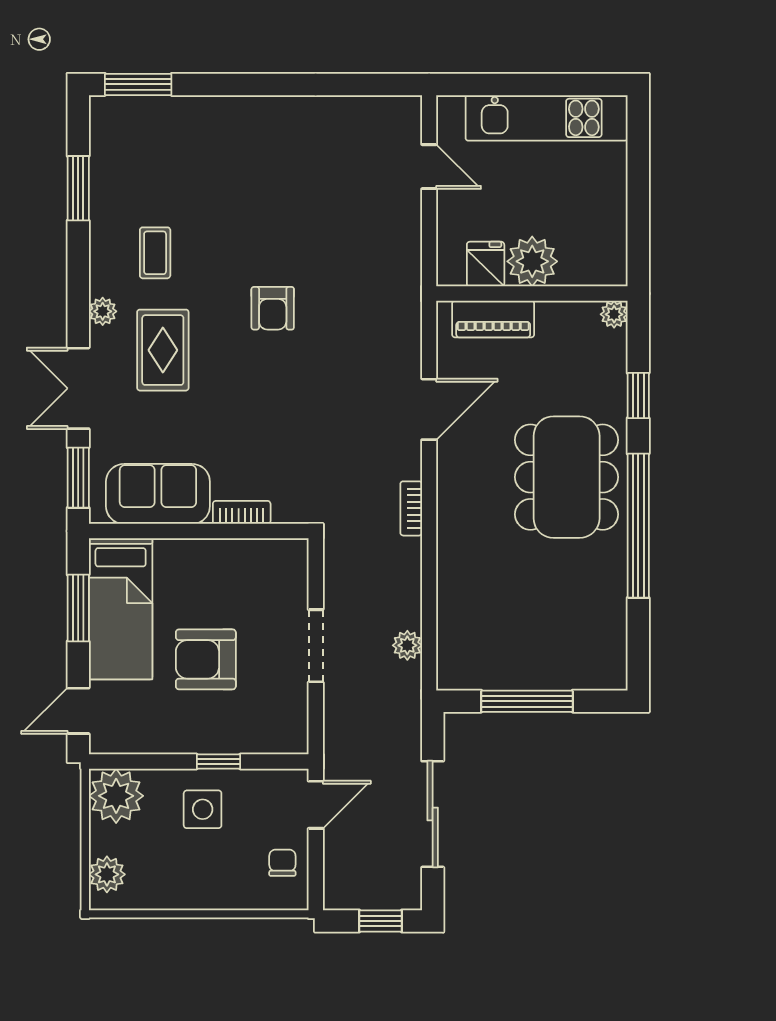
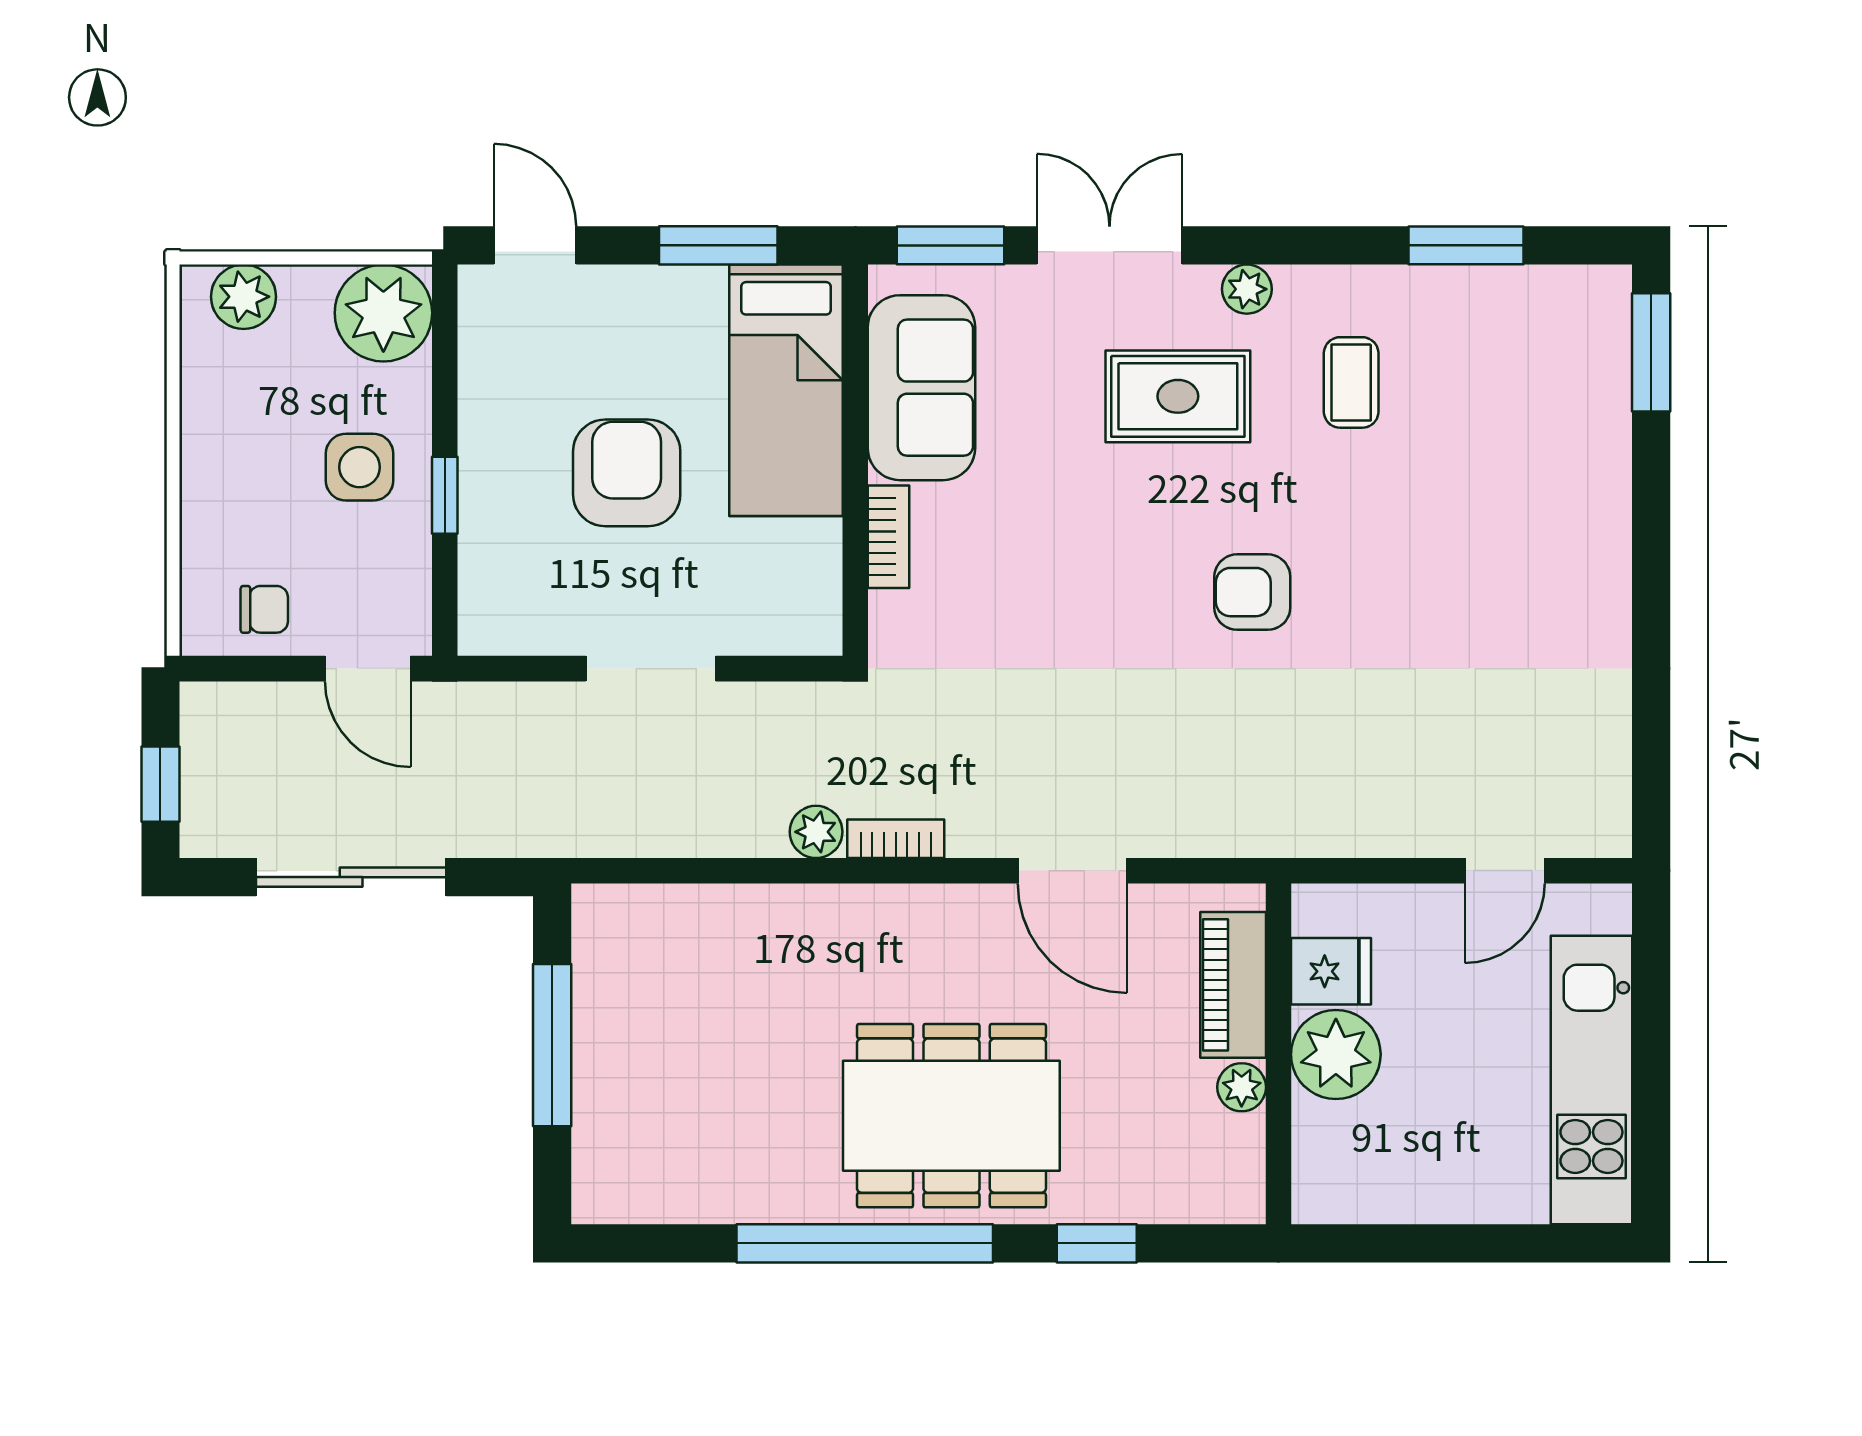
coffee table: (155, 253) -> (1351, 382), turned 90
plant: (614, 314) -> (1242, 1087), moved
bed: (121, 609) -> (786, 390), moved, turned -90
plant: (407, 645) -> (816, 832), moved

